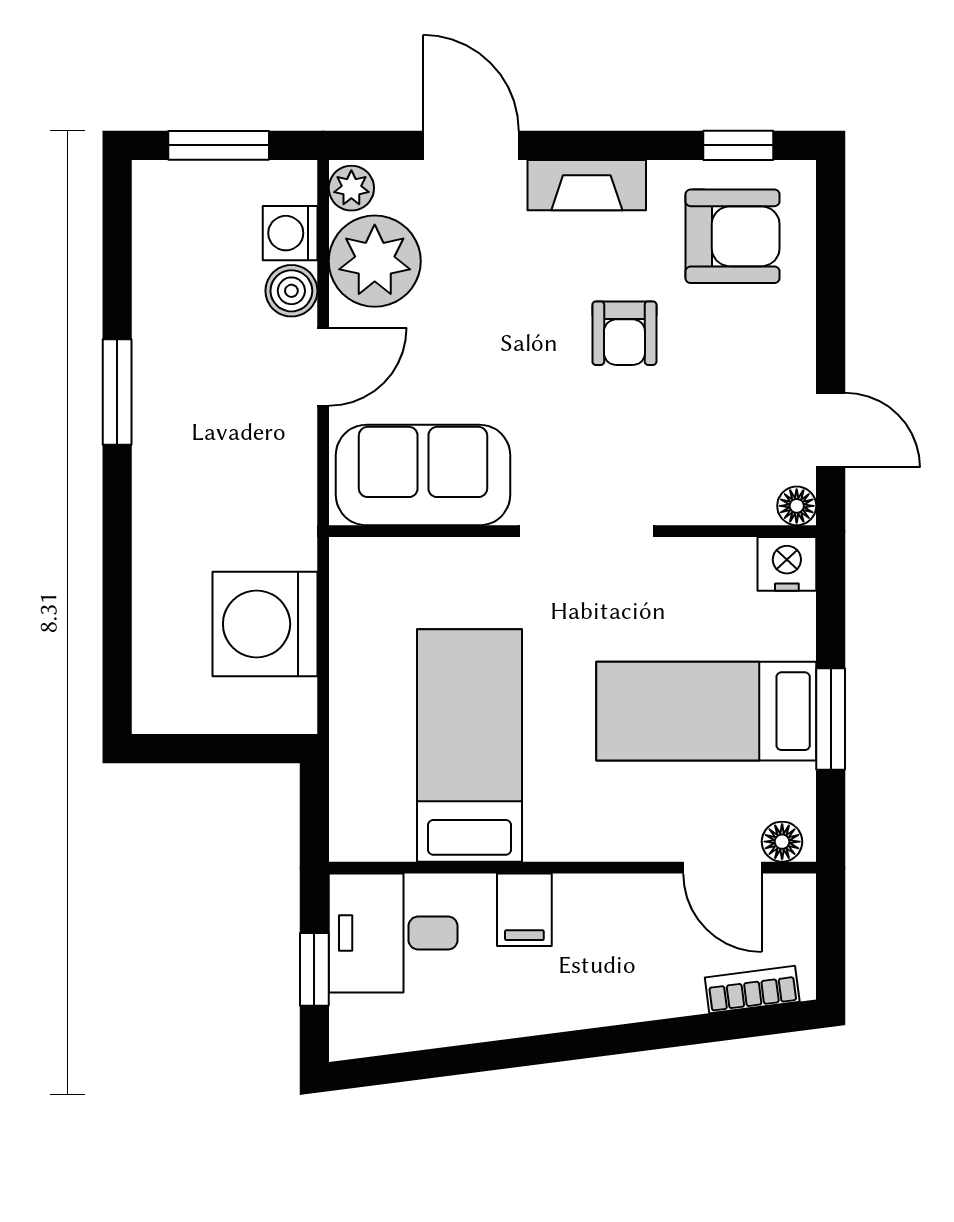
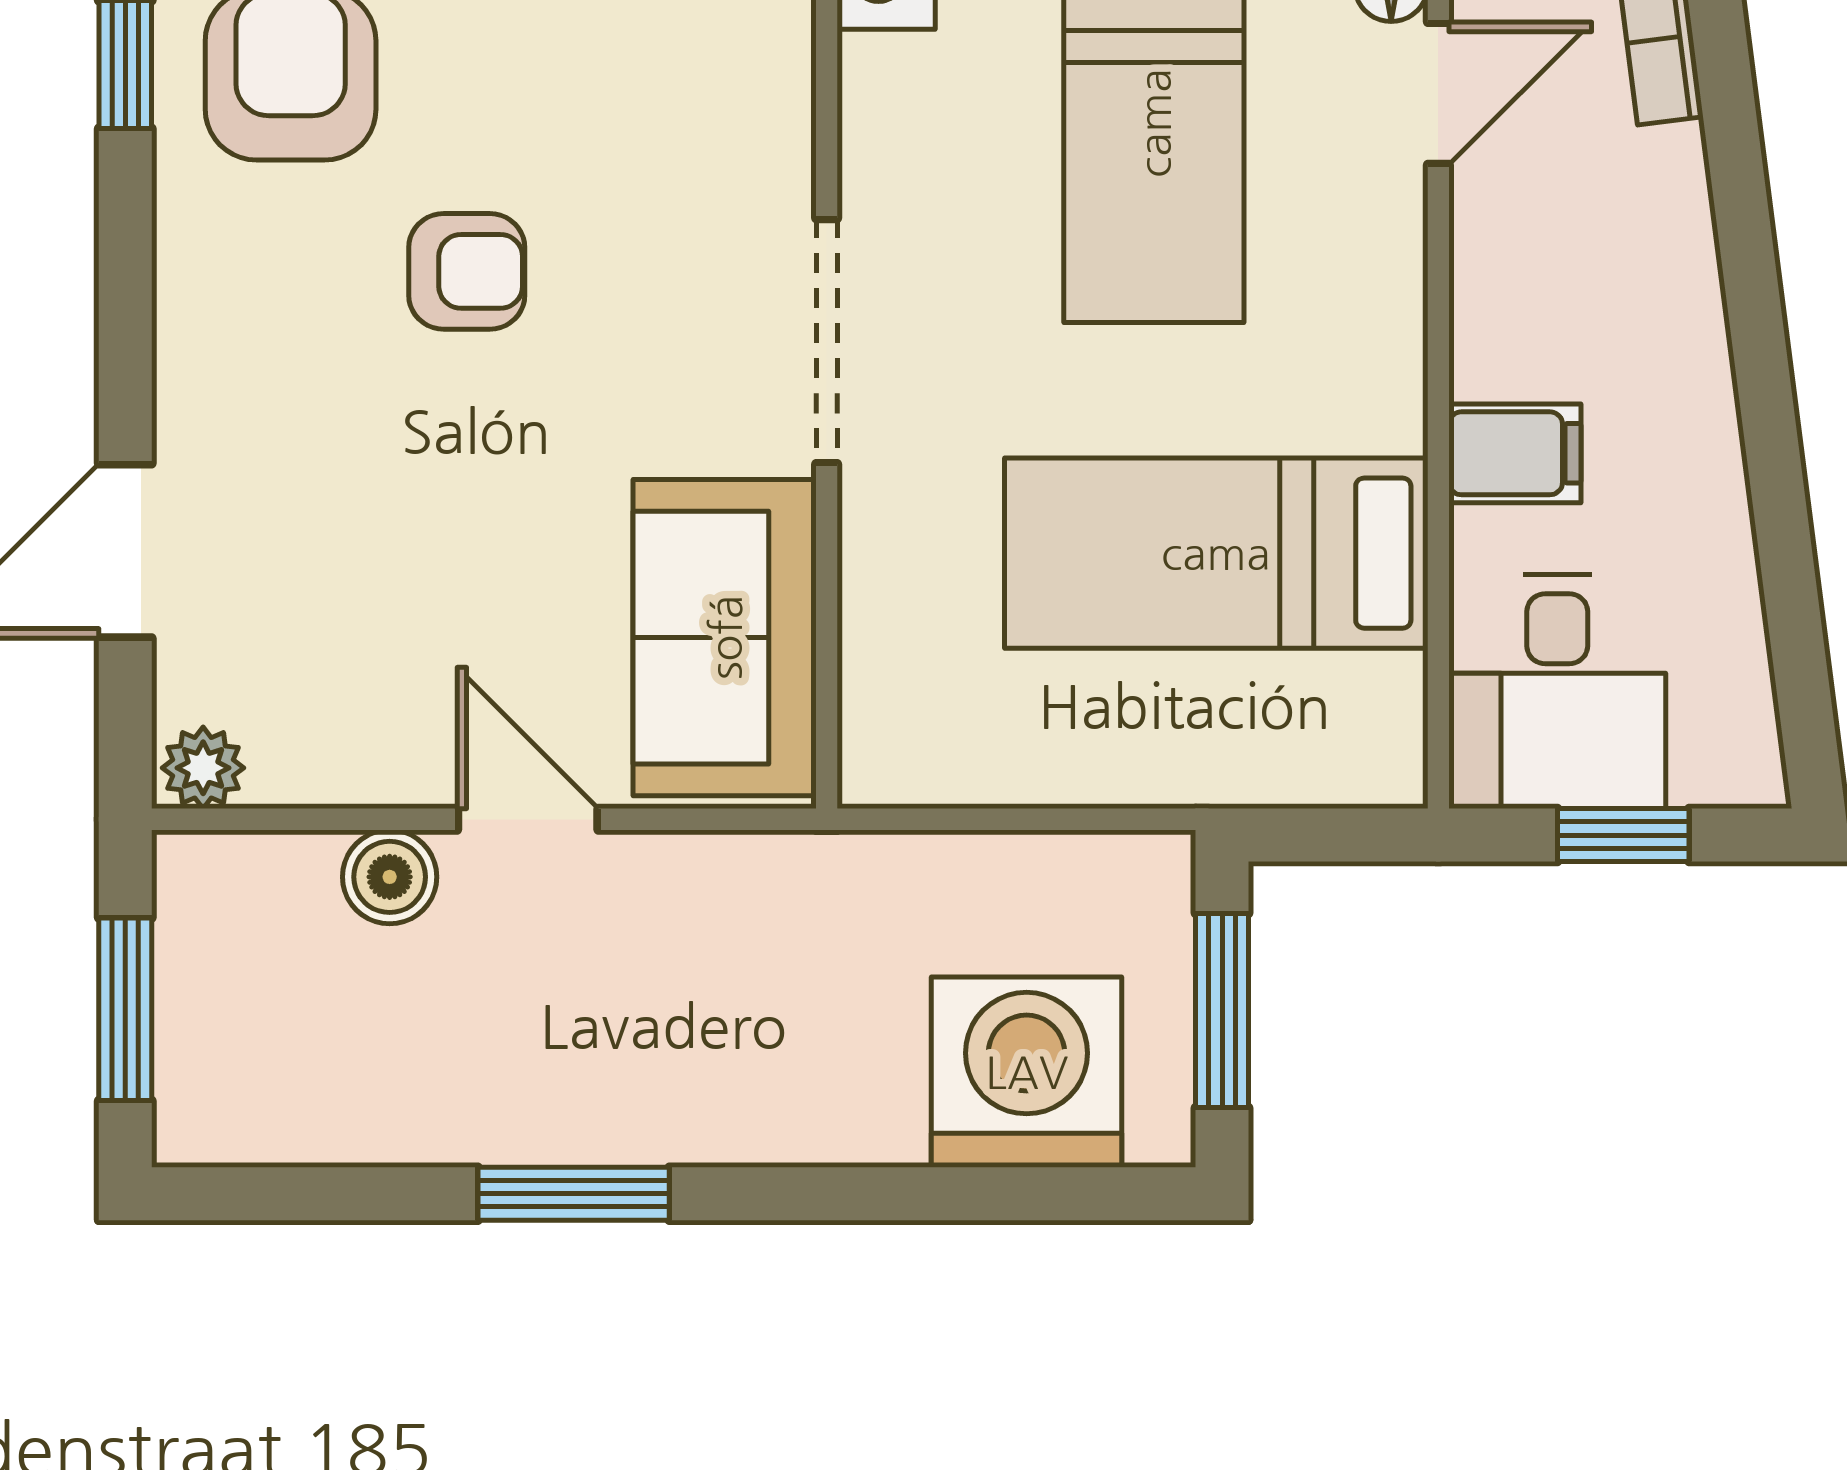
fireplace: (587, 185) -> (198, 340), removed
washing machine: (290, 233) -> (285, 879), removed
plant: (375, 261) -> (336, 725), removed
washing machine: (265, 624) -> (1027, 1072), moved, turned 180
window: (218, 749) -> (1222, 1010), added

